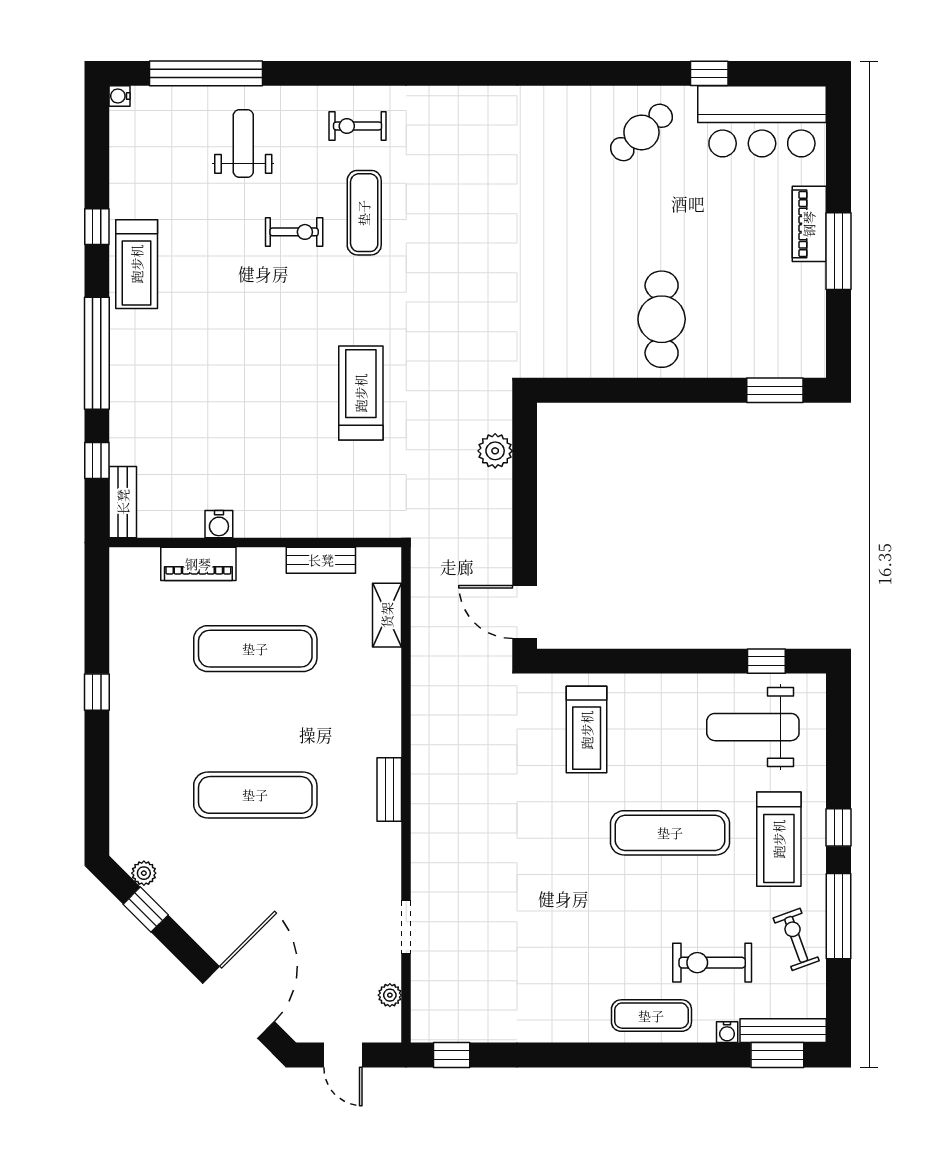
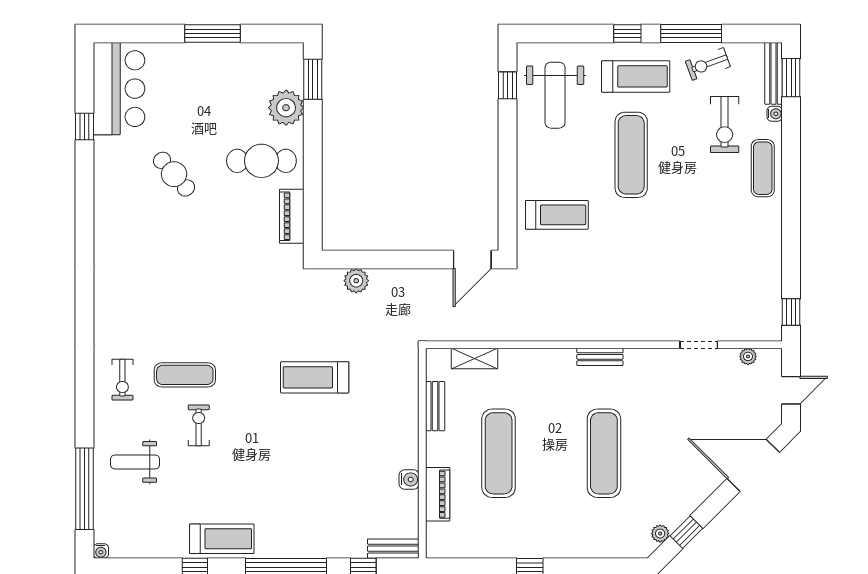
cafe table: (641, 132) -> (174, 174), moved
piano: (809, 224) -> (292, 216), moved, turned 90
plant: (735, 353) -> (286, 108), added

